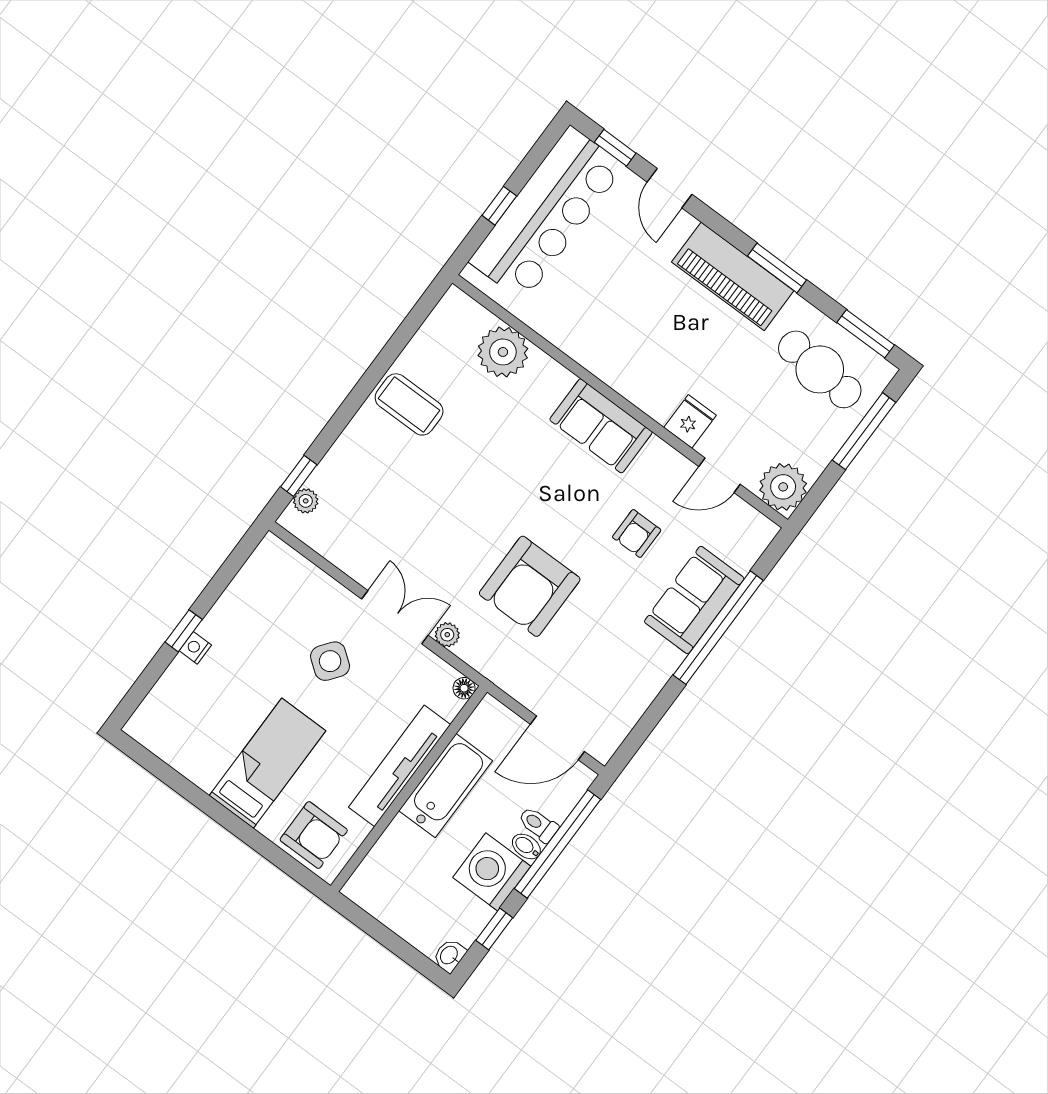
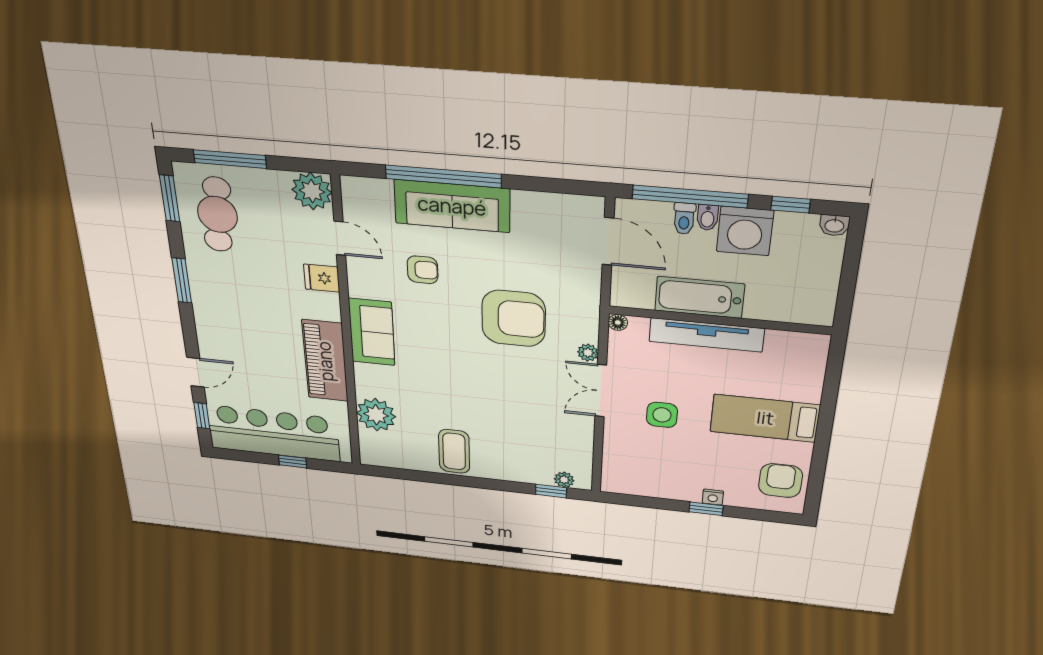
piano: (733, 276) -> (325, 361), moved, turned 180
sofa: (694, 600) -> (452, 206), width x1.36
side table: (330, 661) -> (662, 415), turned -37
armchair: (314, 835) -> (780, 481), moved

